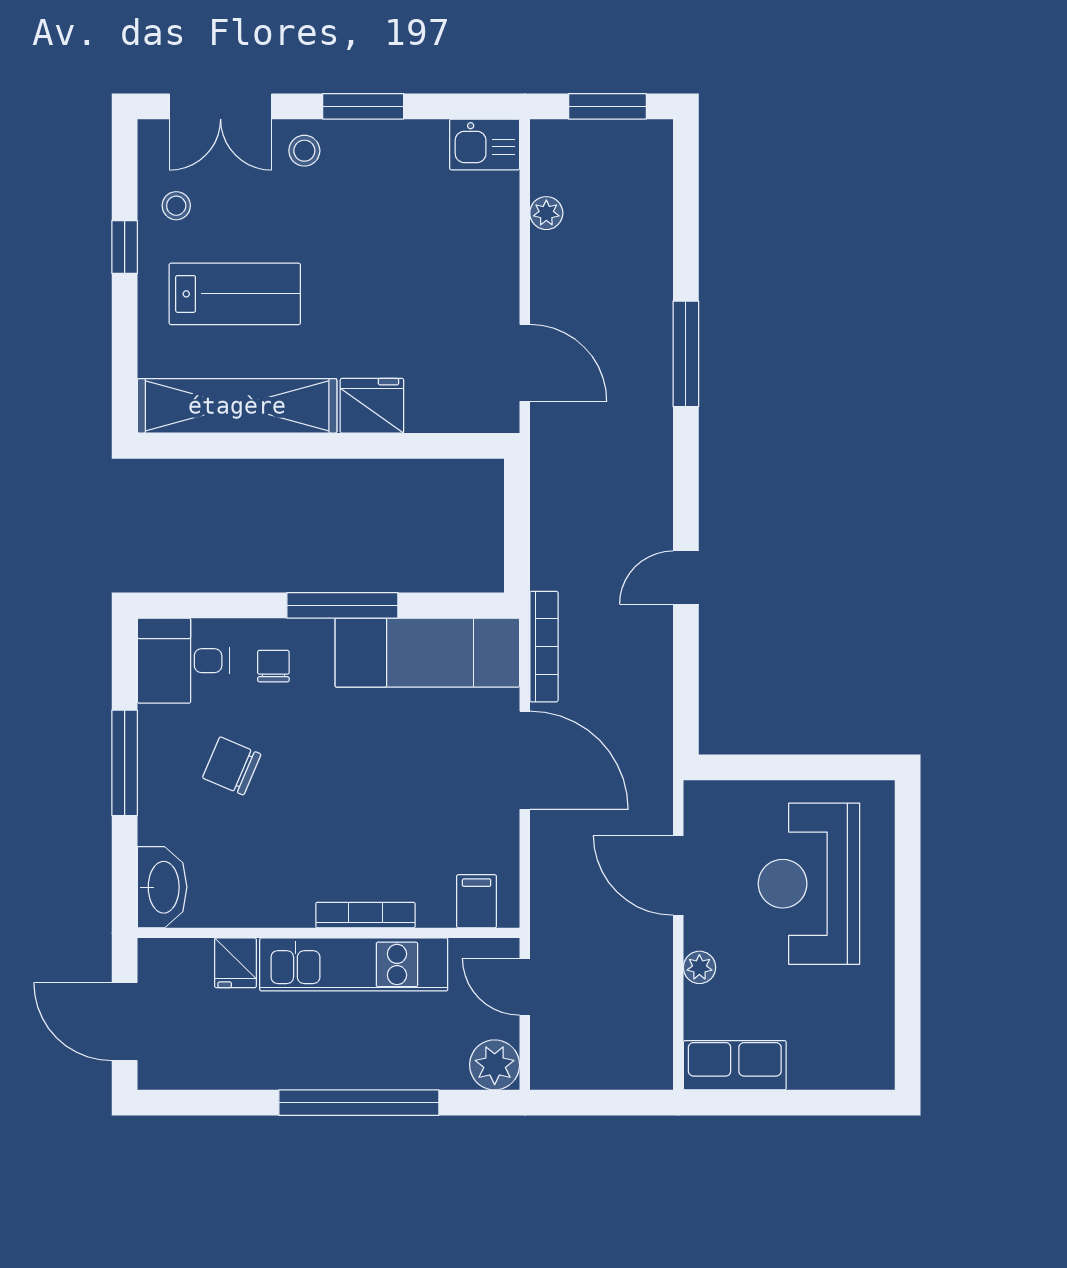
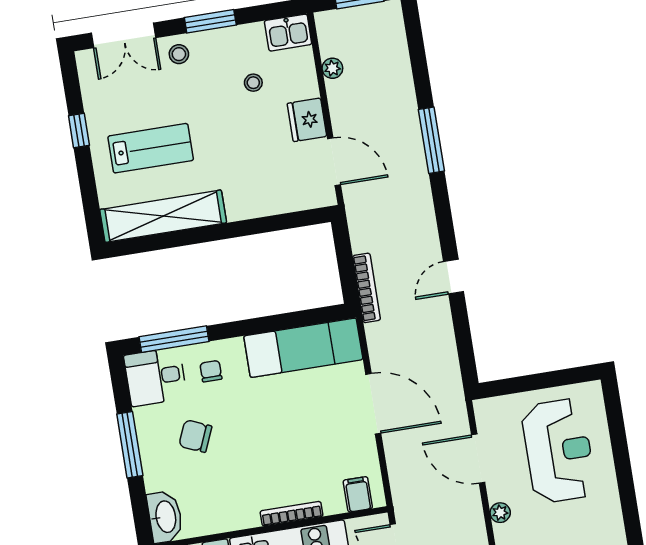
stool: (176, 206) -> (253, 83), moved
fridge: (372, 406) -> (307, 120), moved, turned -90
window: (342, 605) -> (174, 339), moved
bookcase: (544, 647) -> (367, 288), moved
reception desk: (809, 884) -> (559, 451), turned 180

